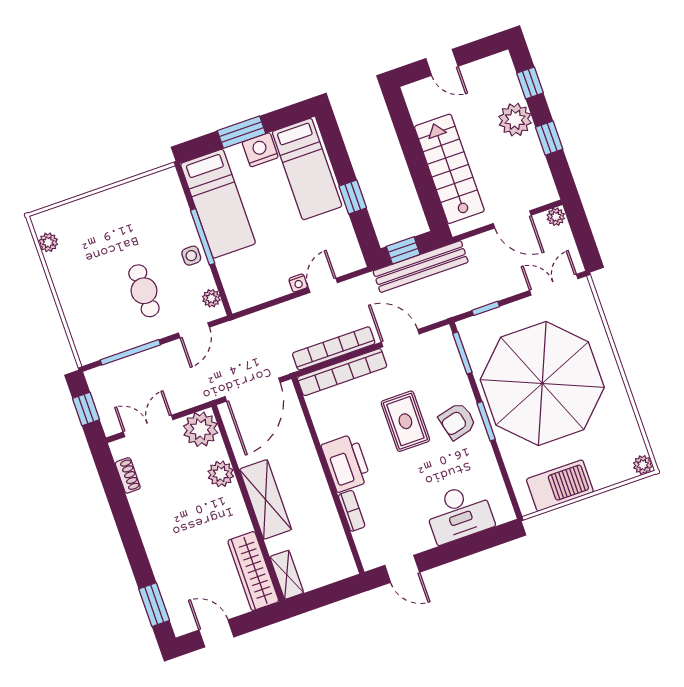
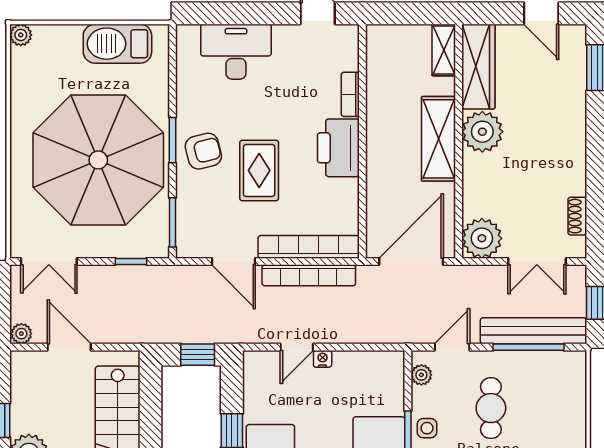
bench: (421, 267) -> (534, 331), moved
plant: (221, 474) -> (482, 132), moved, width x1.36, depth x1.36

